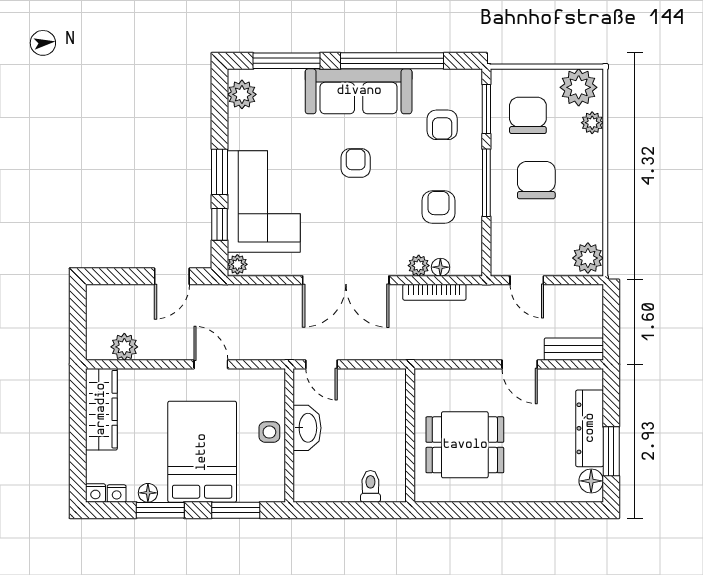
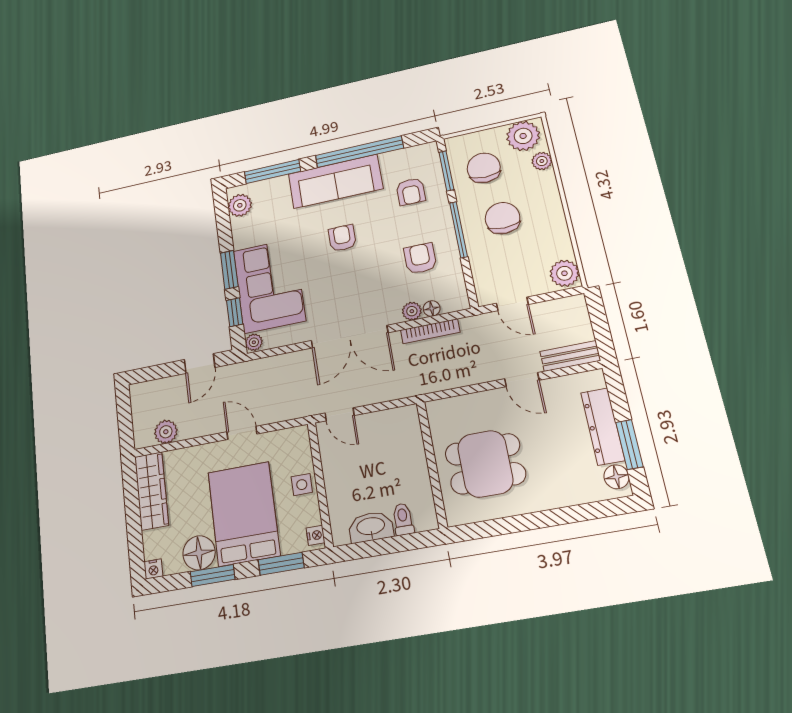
washbasin: (307, 428) -> (371, 527), moved, turned -90
floor lamp: (148, 493) -> (199, 553), width x1.89, depth x1.89
nightstand: (117, 494) -> (316, 535), moved, turned -90

